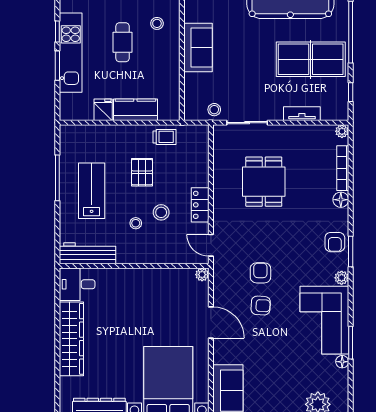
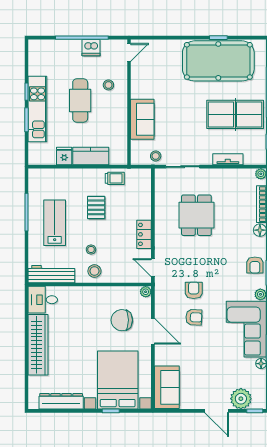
cafe table: (123, 42) -> (80, 100), width x1.37, depth x1.35
sofa: (198, 47) -> (142, 119), moved
stool: (161, 212) -> (94, 271), moved
chair: (173, 309) -> (122, 320), added

